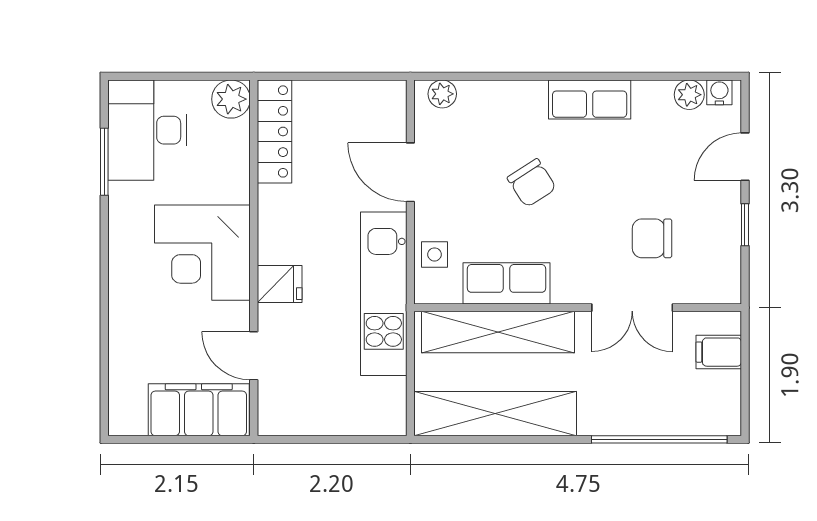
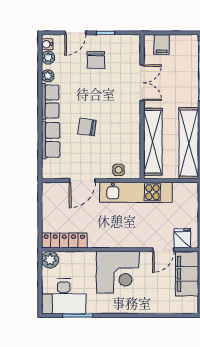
plant: (442, 94) -> (48, 76), moved
door: (745, 157) -> (75, 33), hinge flipped
chair: (532, 183) -> (87, 127), turned -139
chair: (652, 238) -> (96, 60), moved
row of seats: (507, 283) -> (51, 140), moved, turned 180
fridge: (280, 284) -> (182, 238), moved

